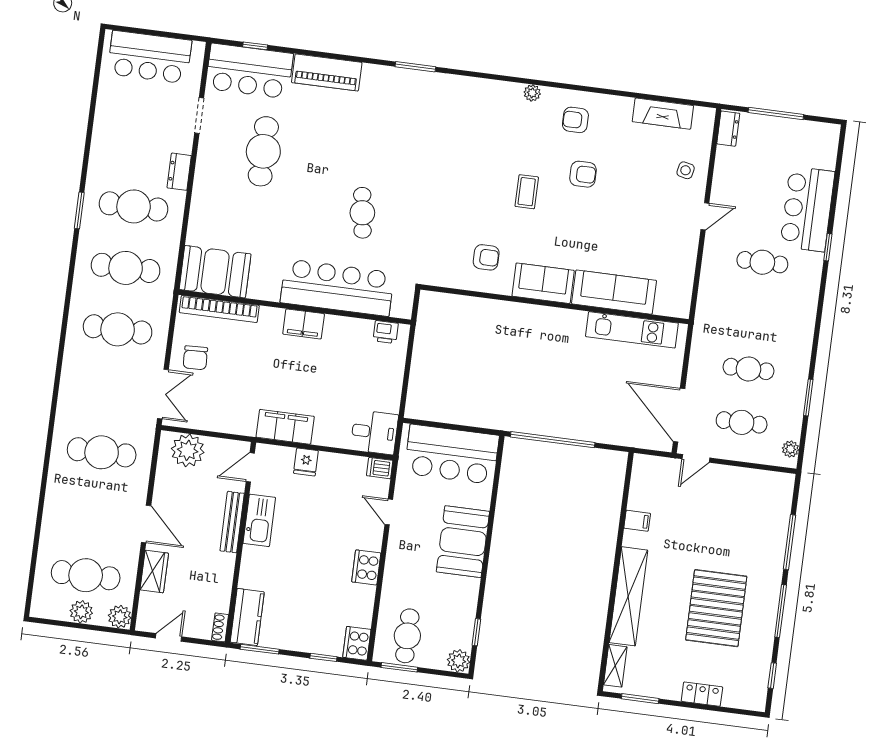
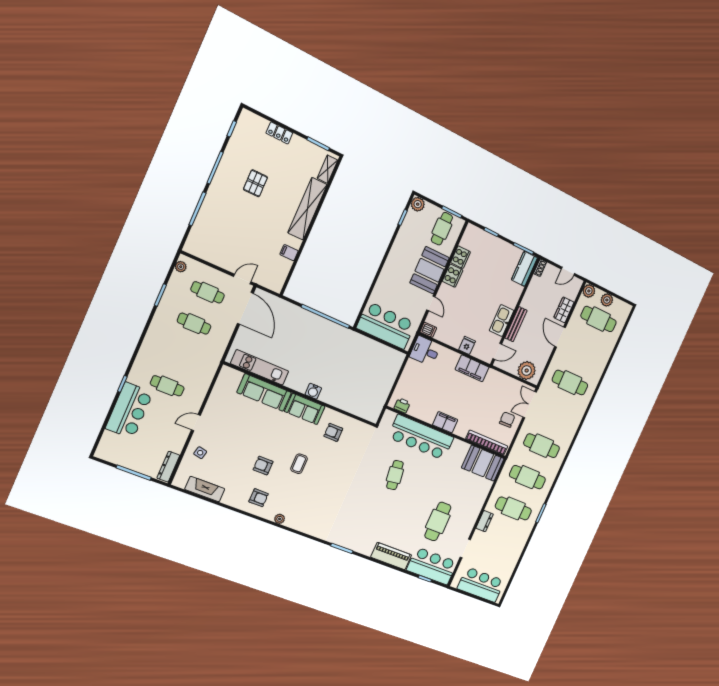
dresser: (728, 129) -> (168, 467), width x1.44
water cooler: (538, 315) -> (313, 391), added
booth: (463, 542) -> (430, 270), moved
pallet: (716, 608) -> (255, 183), width x0.49, depth x0.50
cooker: (357, 643) -> (461, 257), moved

